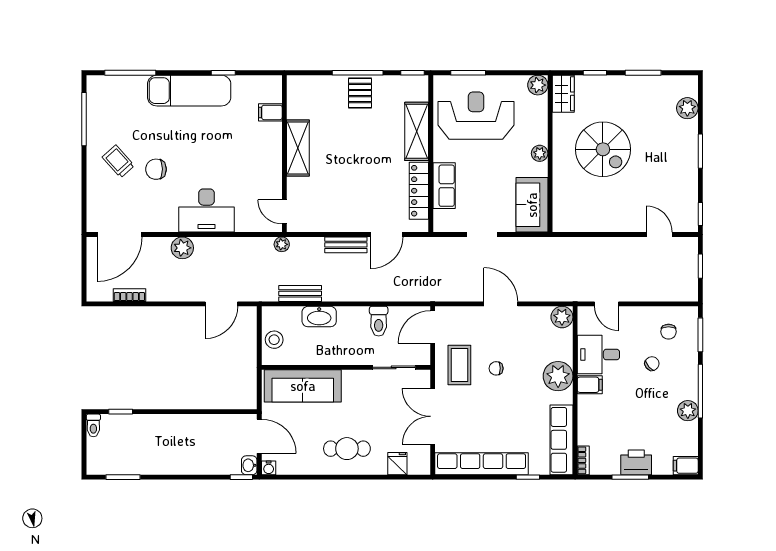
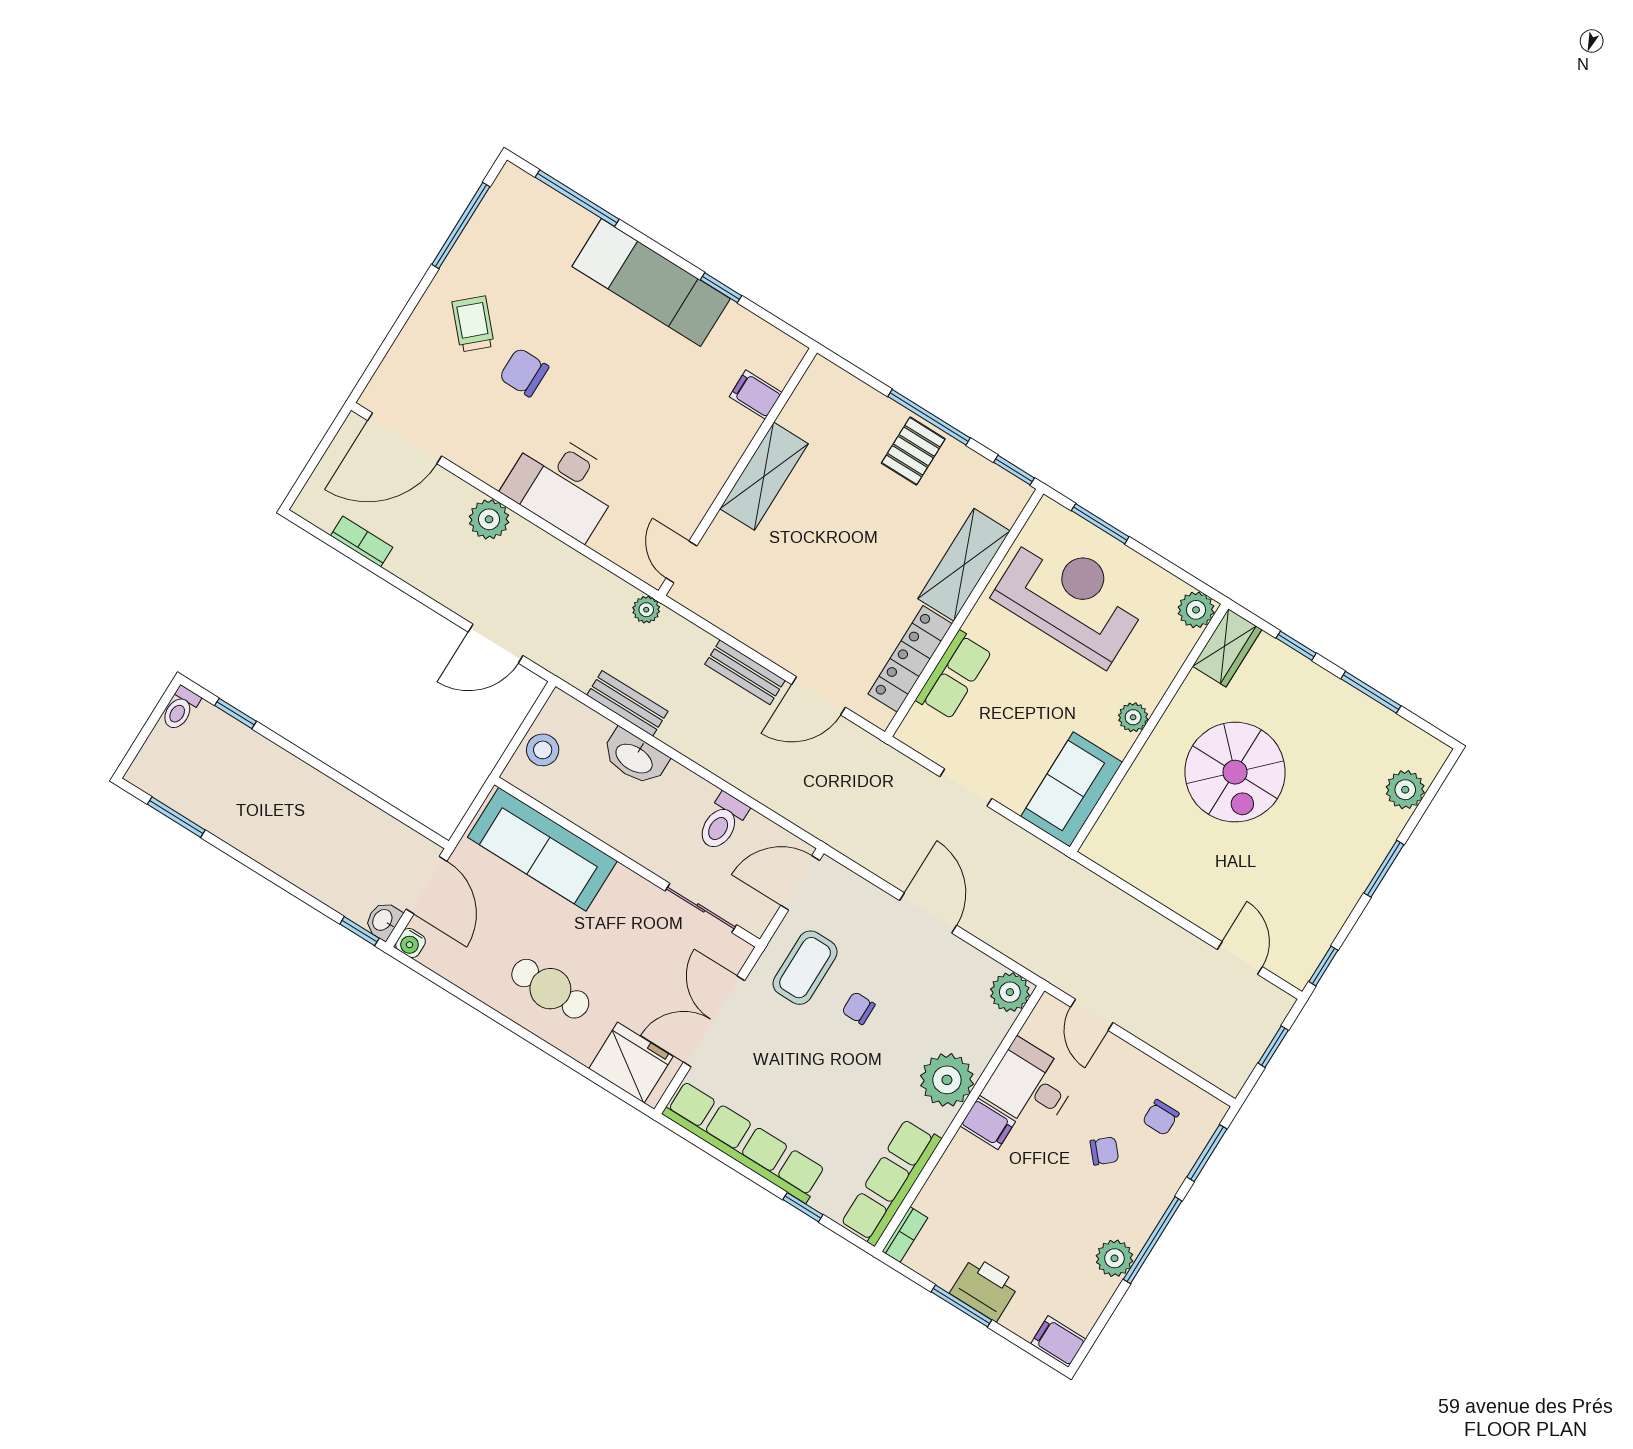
fridge: (397, 464) -> (631, 1063), width x1.88, depth x1.34

